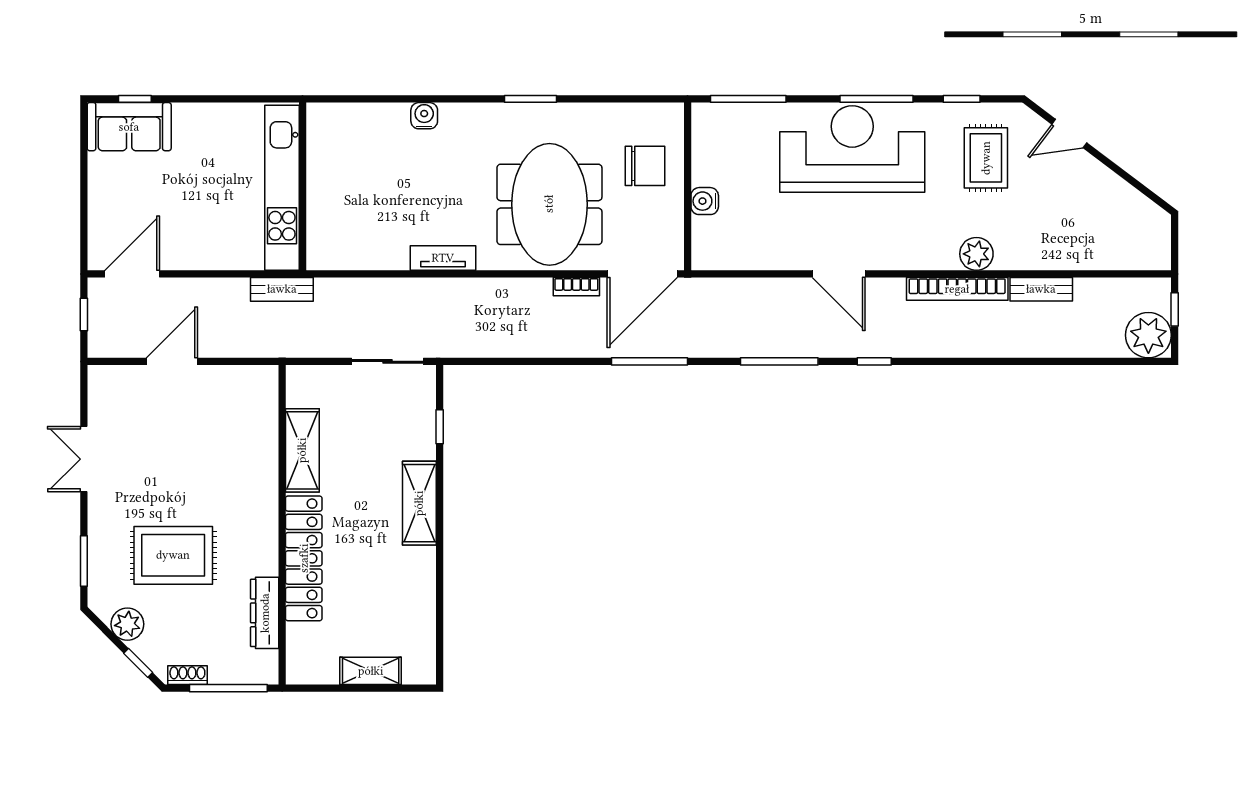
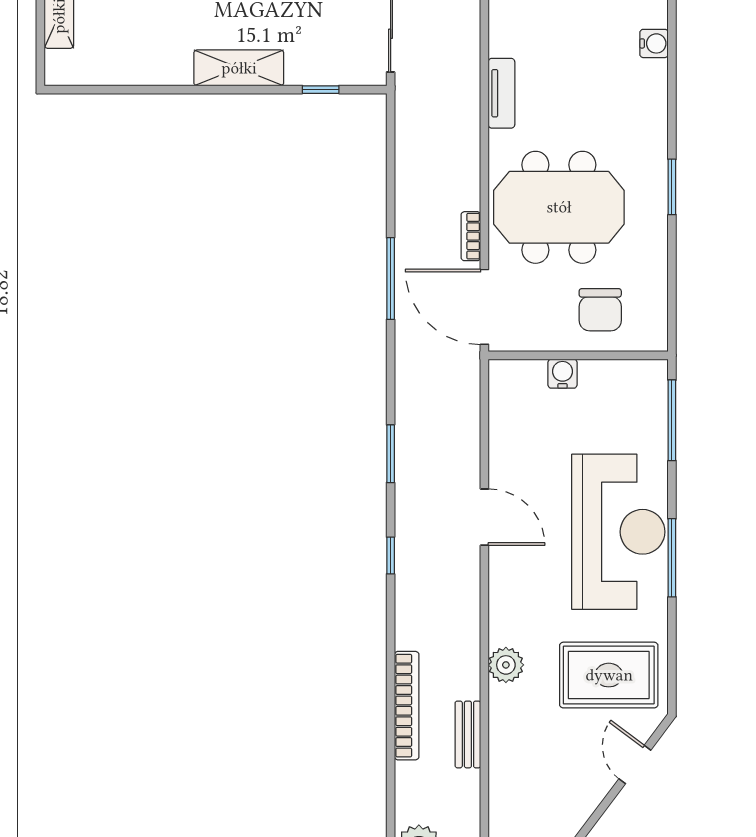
window: (962, 99) -> (672, 649), removed
water cooler: (424, 116) -> (654, 43), moved
rug: (986, 158) -> (609, 675), width x1.36, depth x1.43
door: (839, 274) -> (484, 517), swing flipped
bookcase: (957, 289) -> (407, 706), moved, turned 180
window: (649, 361) -> (391, 279), moved
window: (779, 361) -> (391, 454), width x0.69

